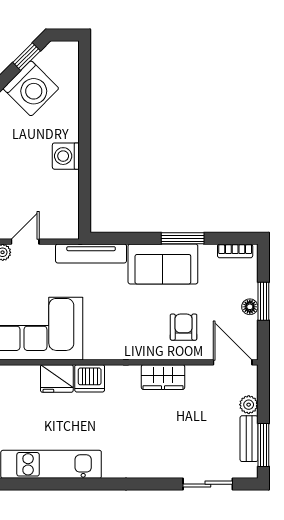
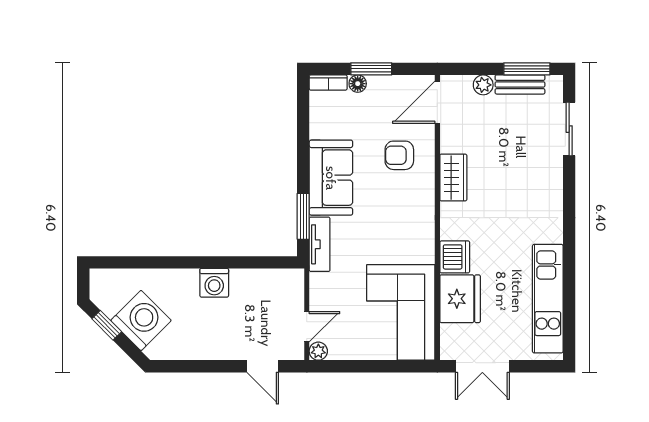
window: (183, 238) -> (303, 216), moved
door: (25, 242) -> (307, 327), swing flipped
bookcase: (235, 251) -> (328, 83), moved, turned 90
tv unit: (91, 253) -> (320, 244), width x0.71
floor lamp: (250, 307) -> (358, 84), moved
fridge: (57, 379) -> (460, 299), width x1.36, depth x1.34

